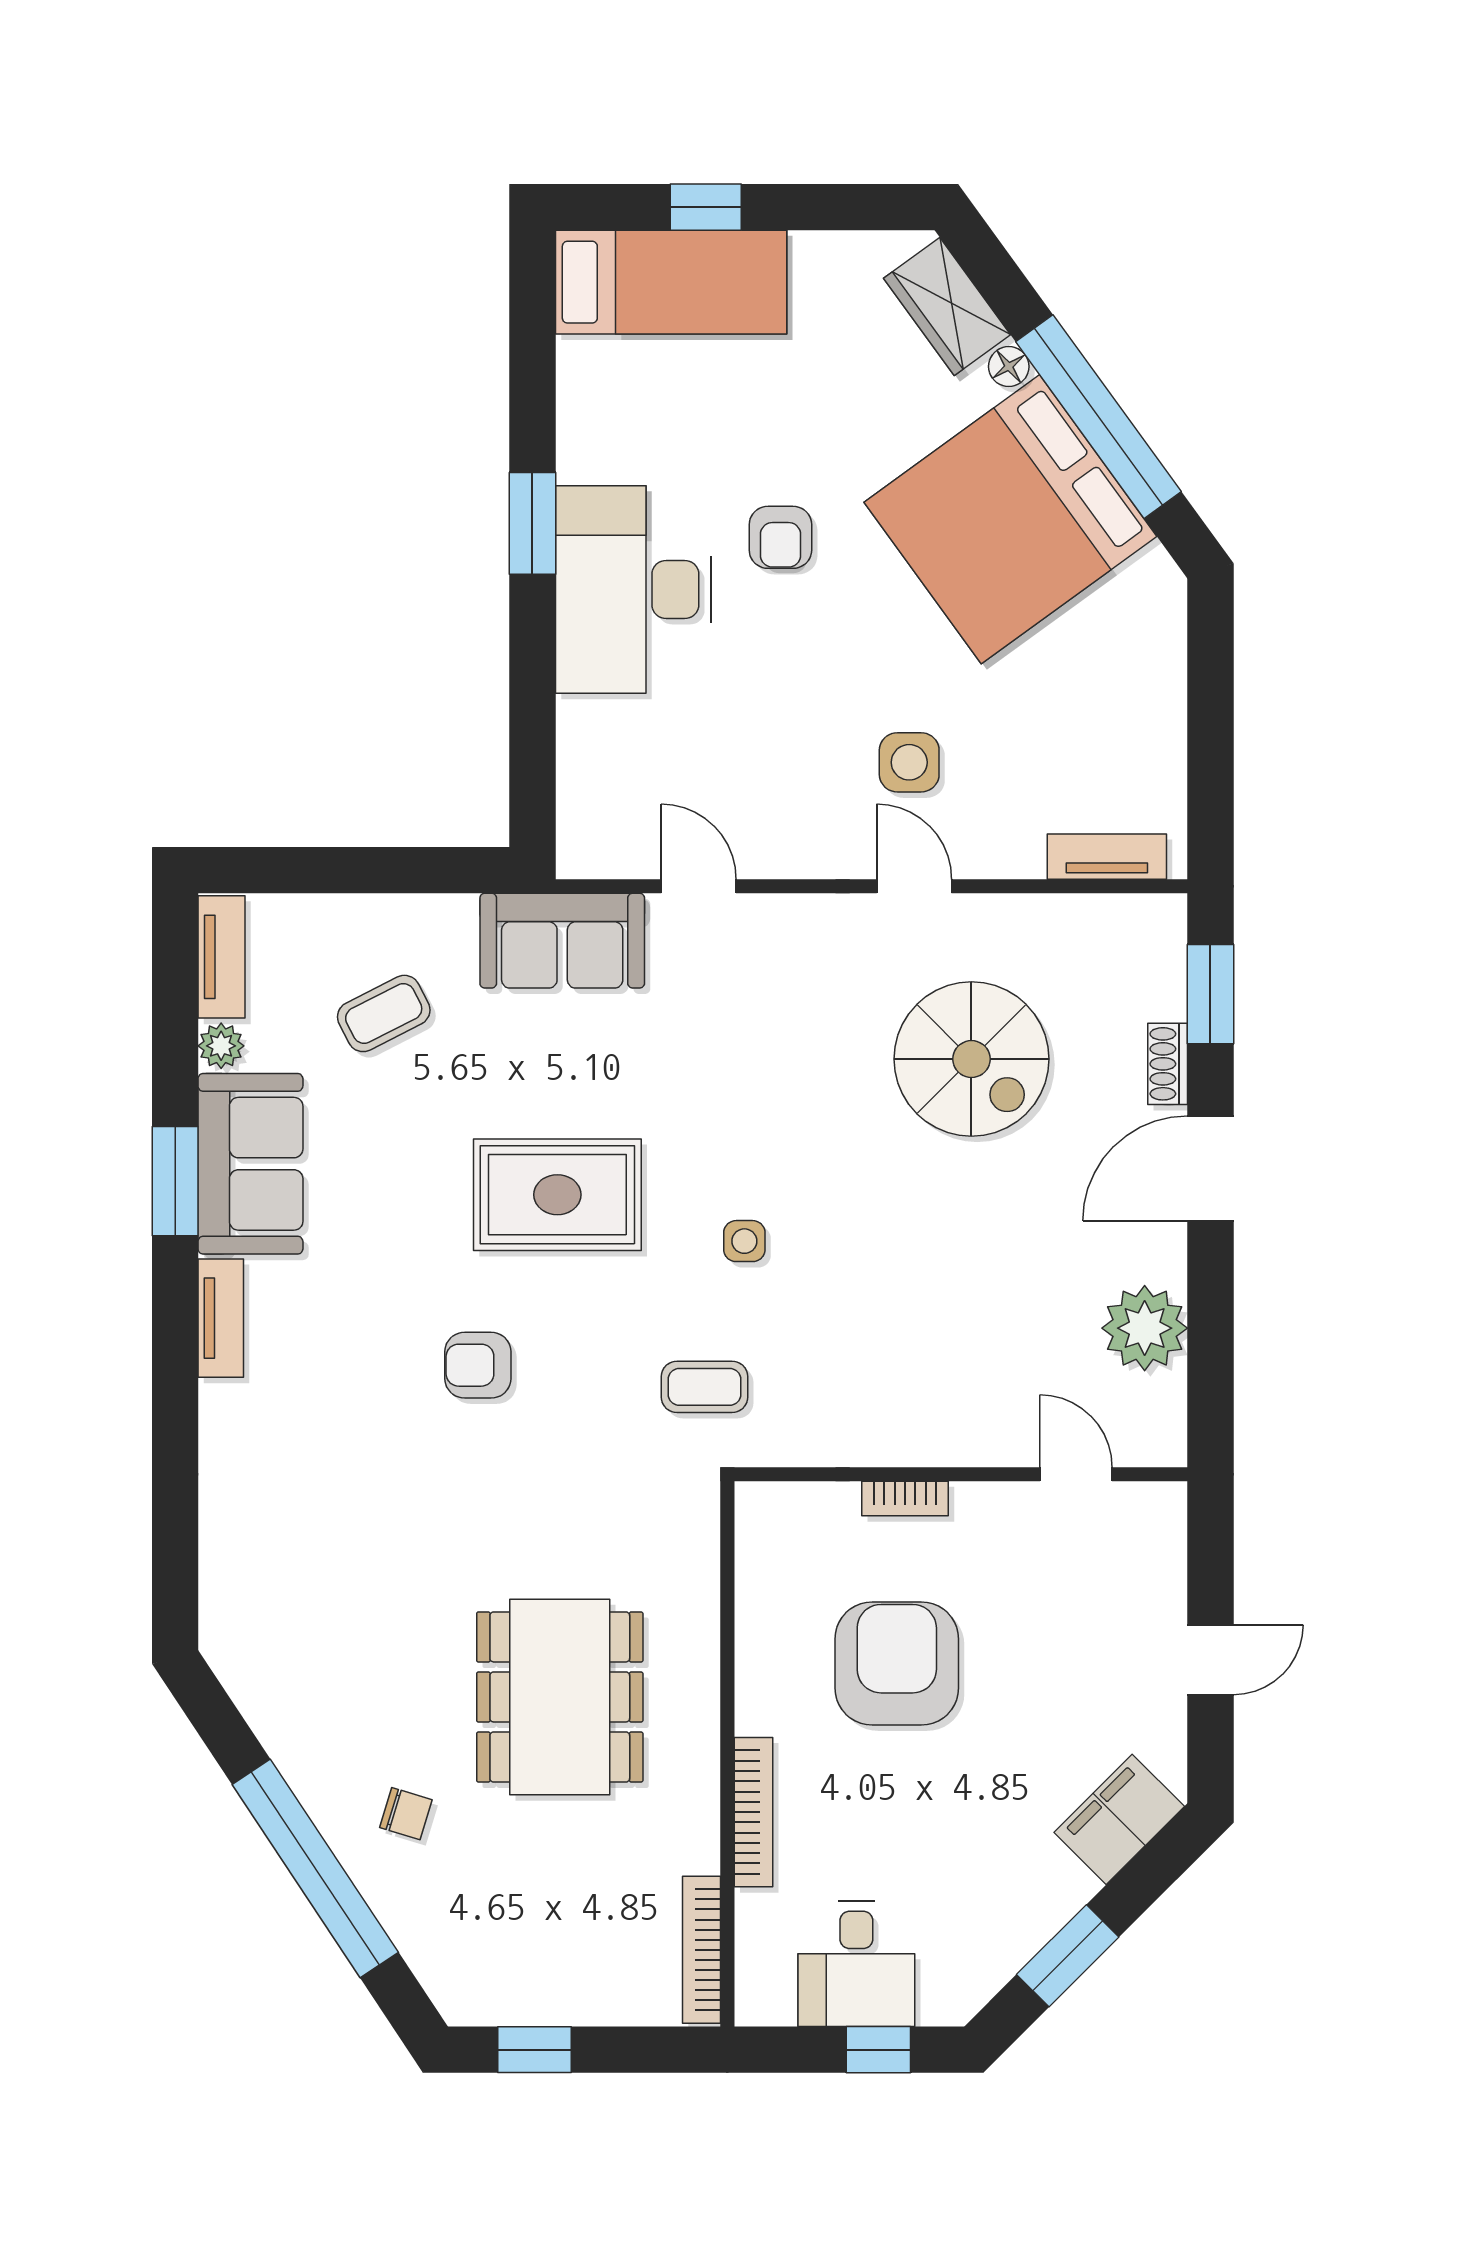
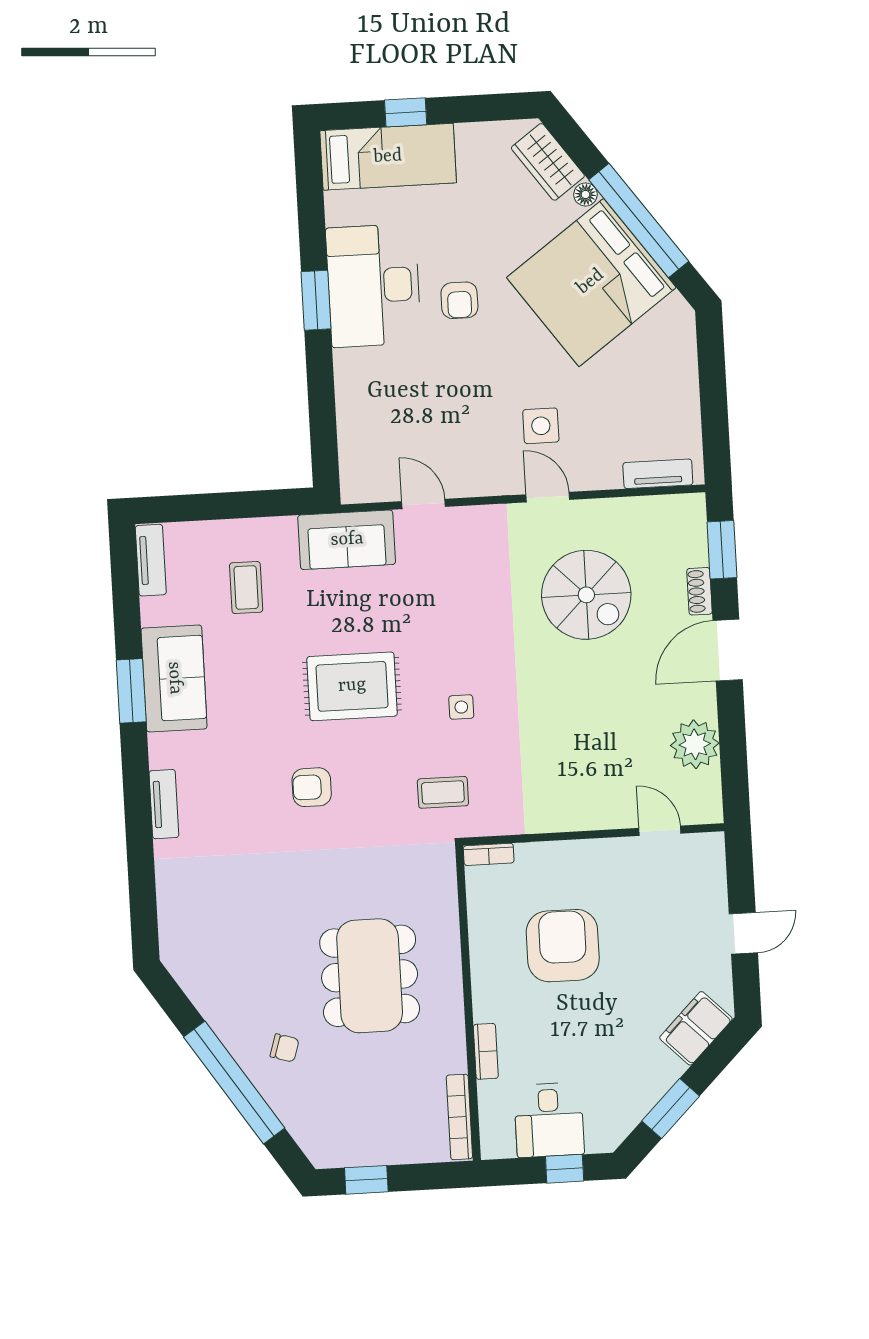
desk: (633, 589) -> (374, 286), moved
coffee table: (384, 1013) -> (246, 588), turned -63
plant: (221, 1046) -> (153, 611), removed
tv unit: (221, 1318) -> (164, 804), moved
bookcase: (905, 1498) -> (489, 854), moved
bookcase: (753, 1812) -> (486, 1051), width x0.64

